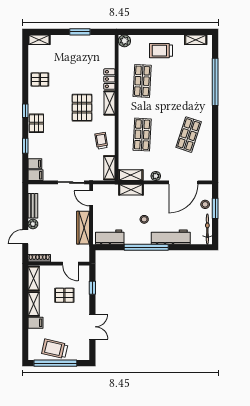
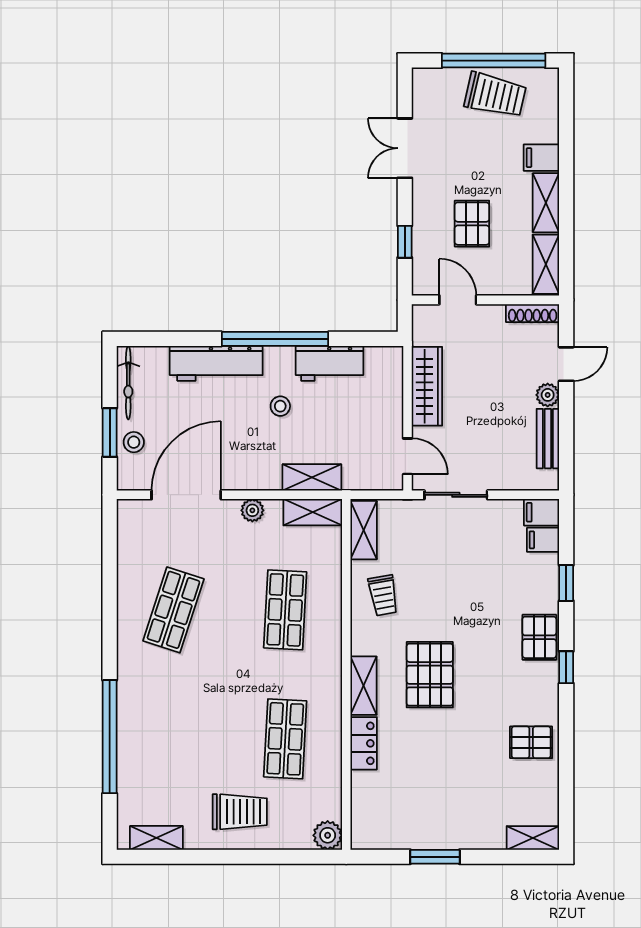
workbench: (110, 237) -> (329, 363), moved
pallet: (64, 295) -> (472, 224), turned 90

